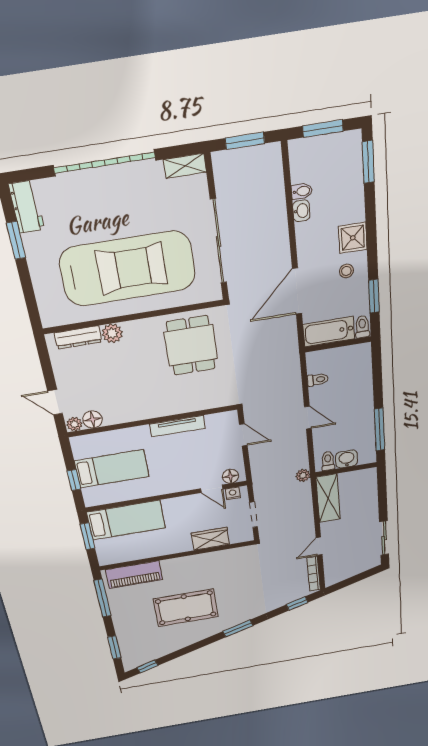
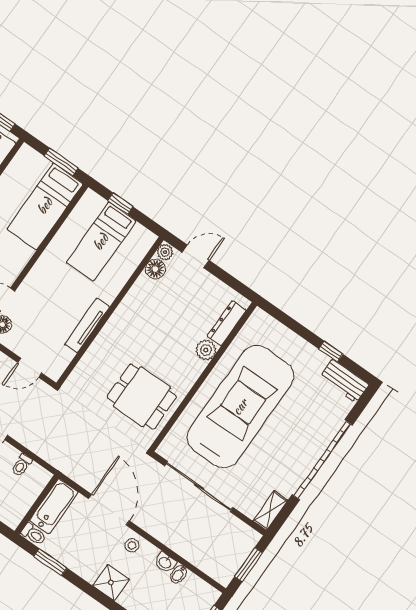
window: (16, 240) -> (331, 351), width x0.67
car: (128, 269) -> (240, 407), turned 180
stool: (346, 271) -> (132, 545), moved

